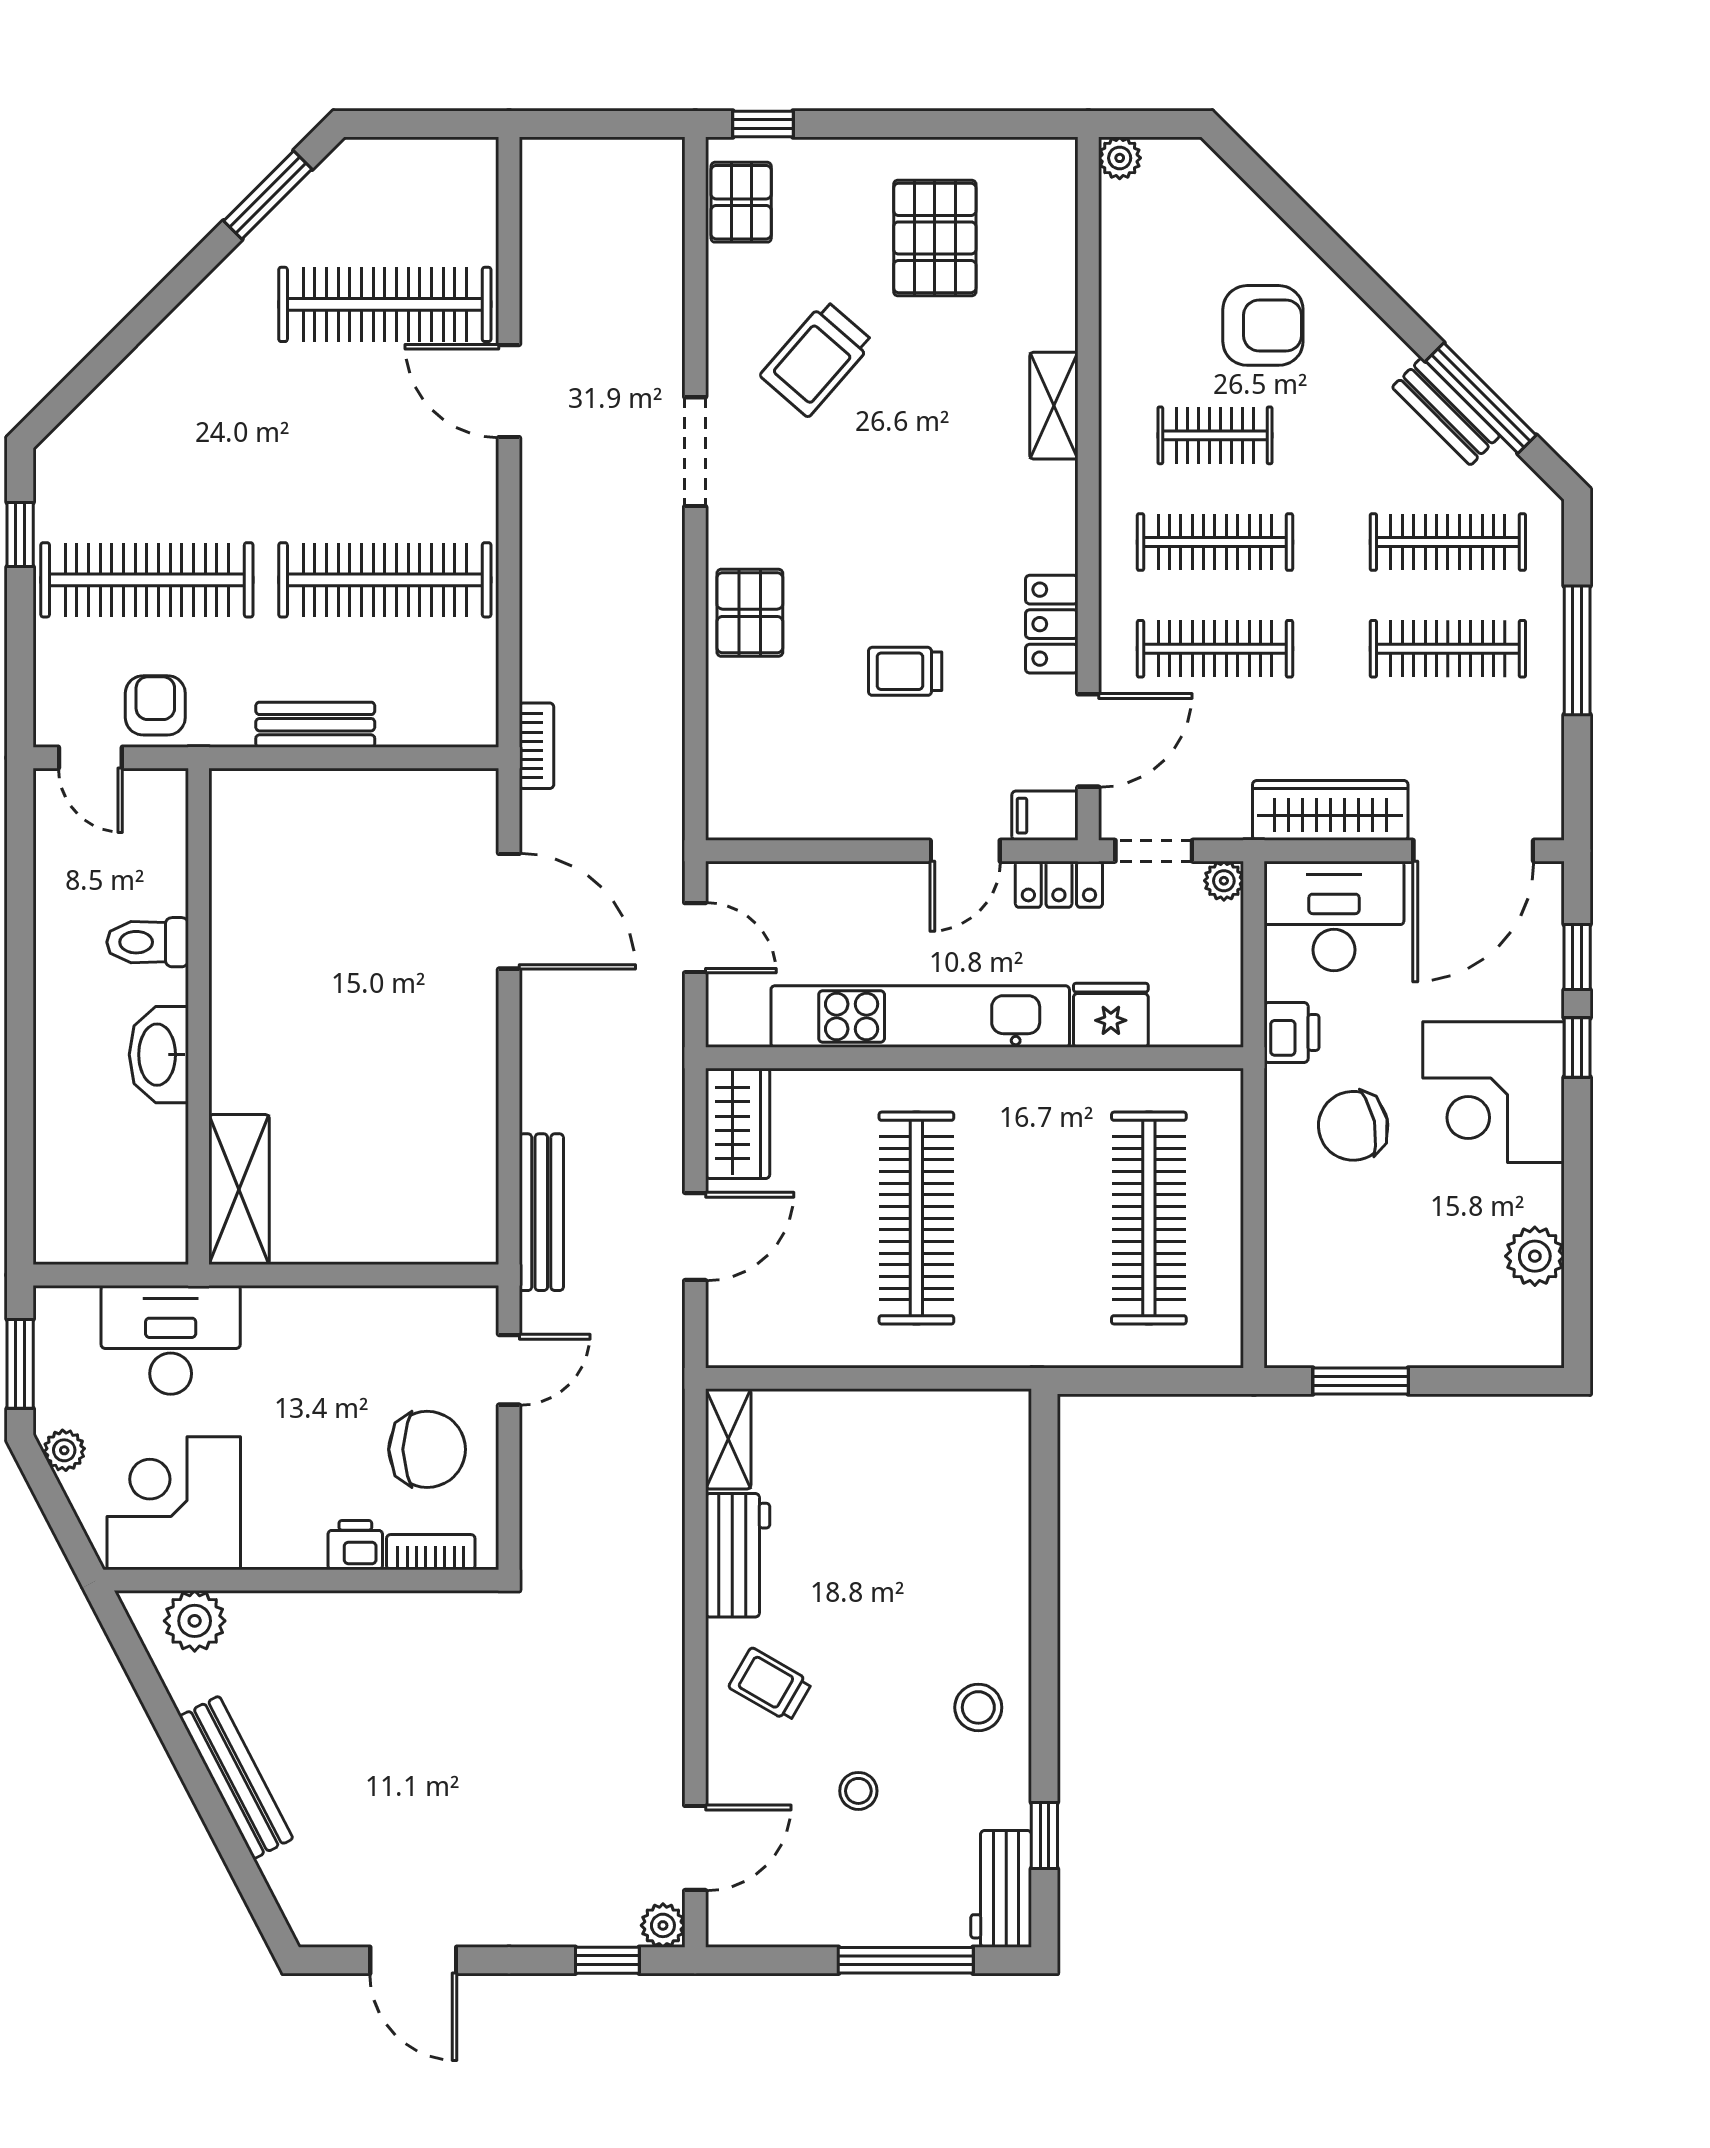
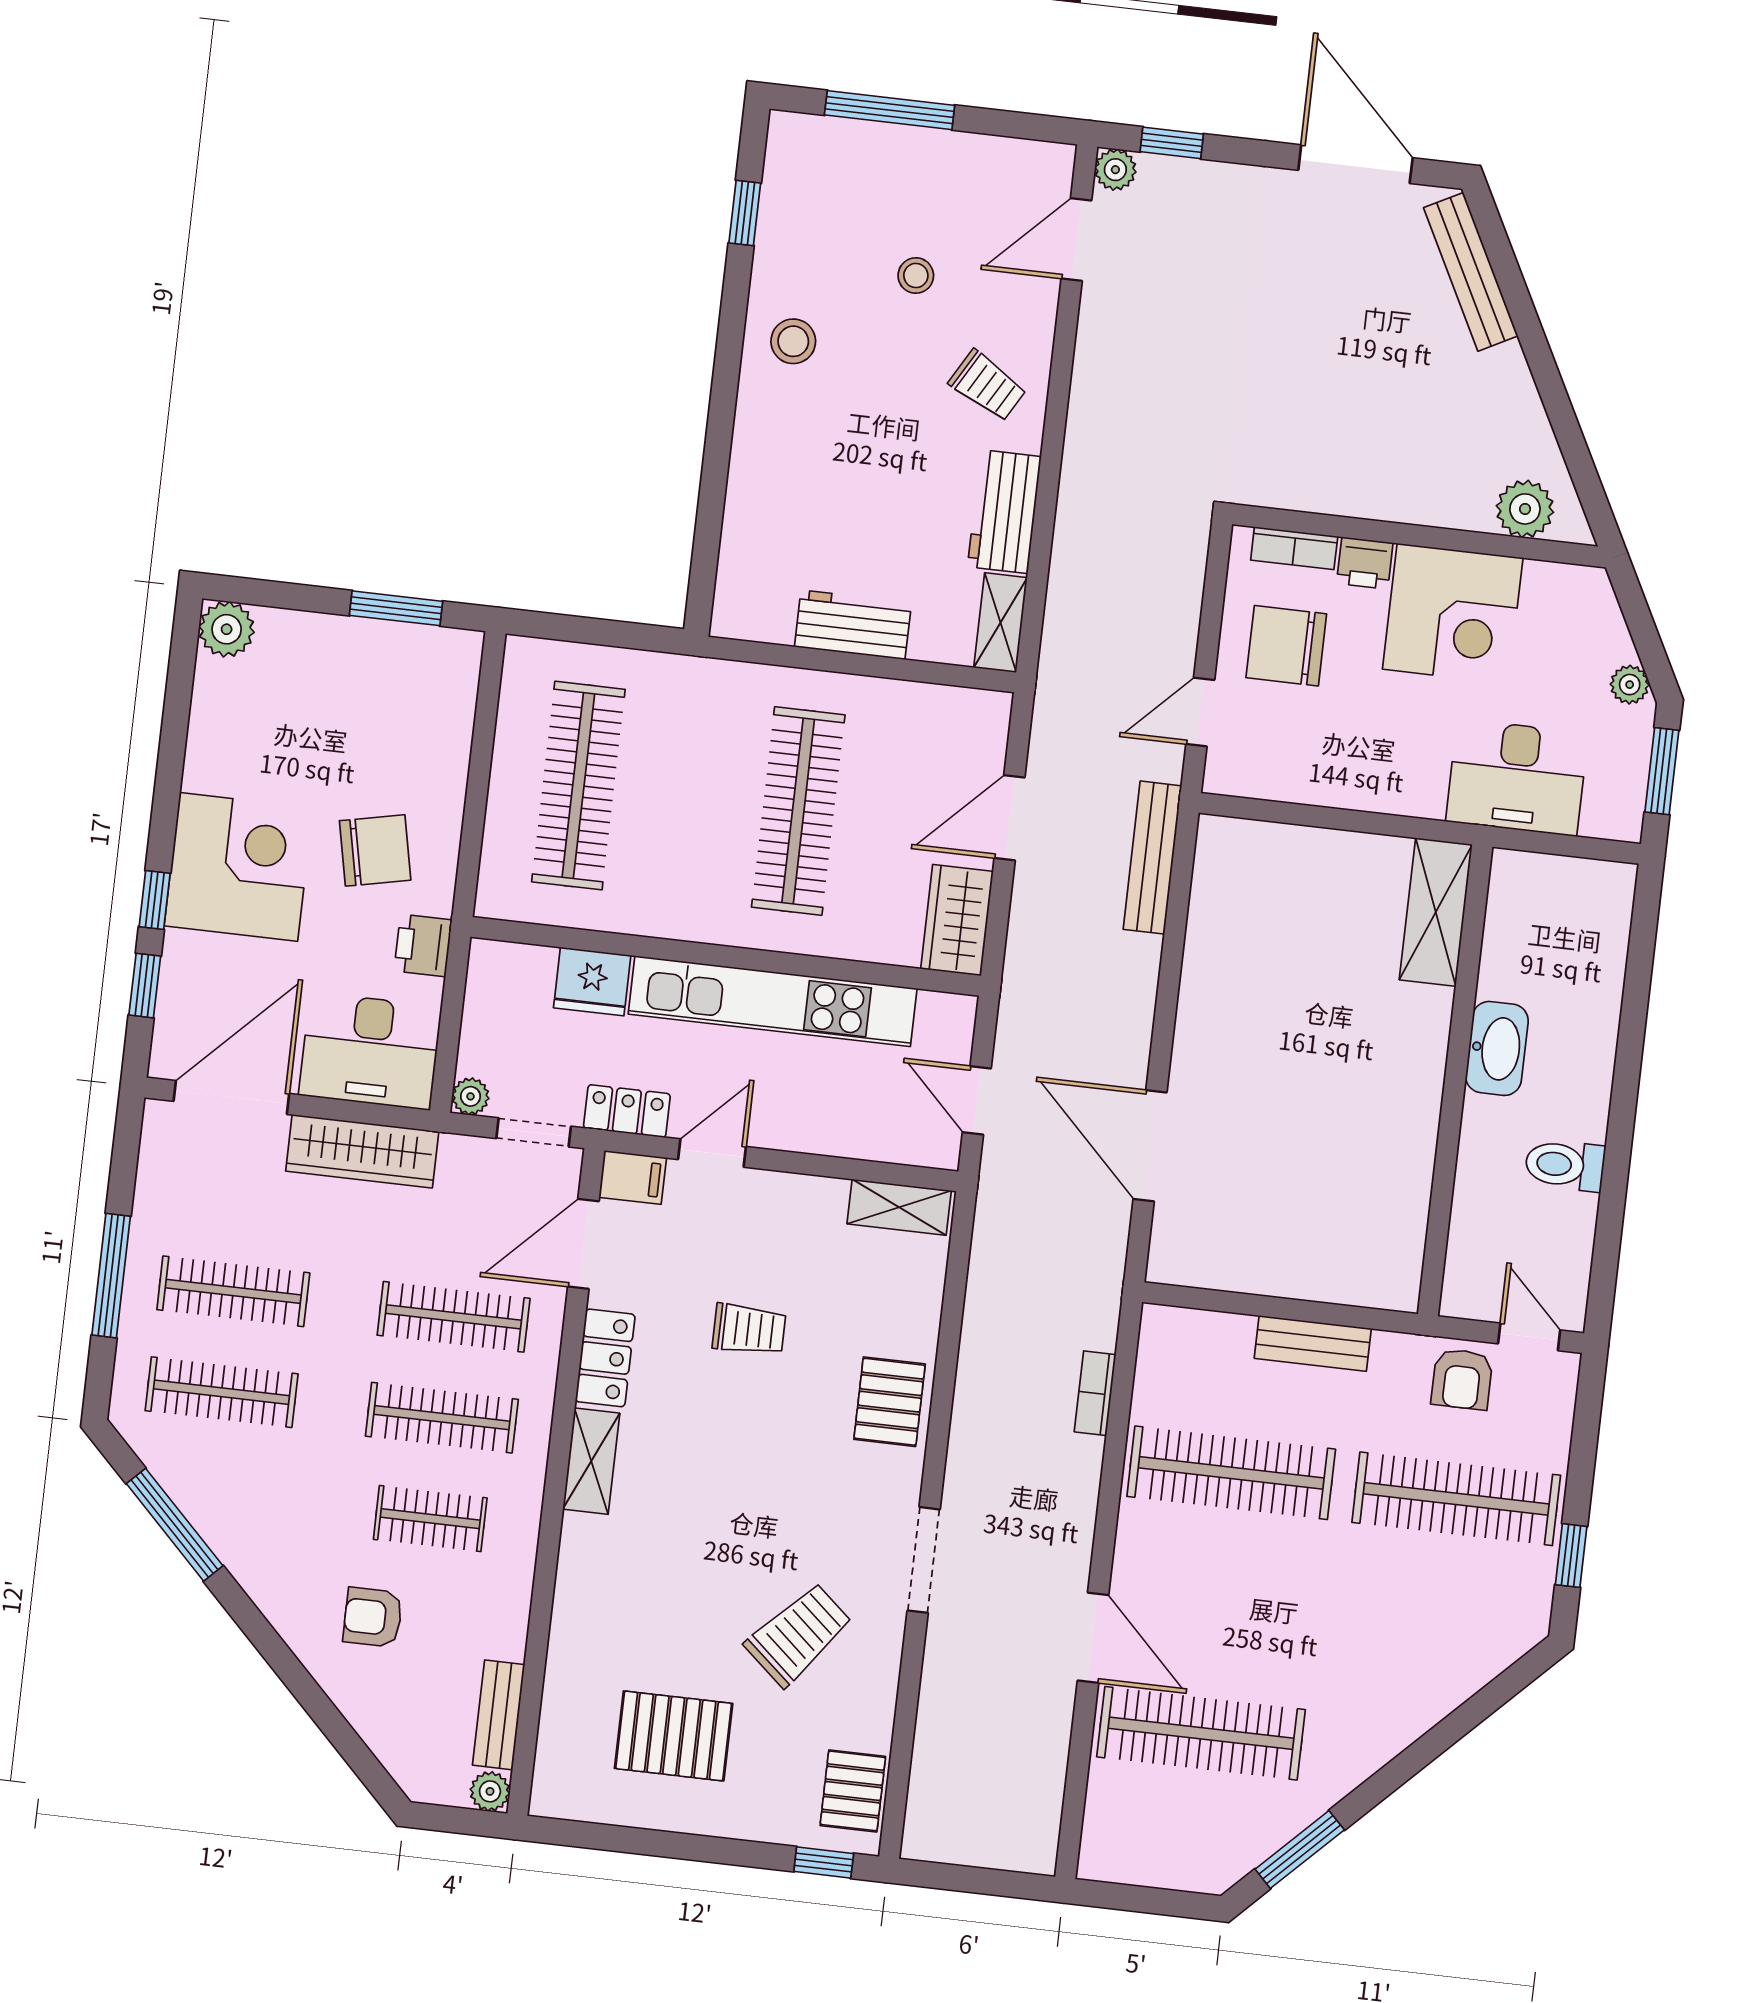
pallet: (935, 238) -> (674, 1736), turned 90
armchair: (1263, 325) -> (373, 1617), width x0.72, depth x0.72
shelving: (1054, 406) -> (591, 1461), moved
bench: (1446, 412) -> (499, 1715), moved, turned 45
bookcase: (536, 746) -> (1095, 1393), moved
shelving: (763, 817) -> (899, 1207), added
toilet: (148, 942) -> (1565, 1165), moved, turned 180
plant: (1535, 1256) -> (227, 629), moved
corner desk: (174, 1503) -> (1453, 613), moved
bench: (236, 1777) -> (1471, 272), moved
workbench: (1001, 1889) -> (853, 625), moved, turned -90
door: (413, 1960) -> (1355, 164), width x1.36

